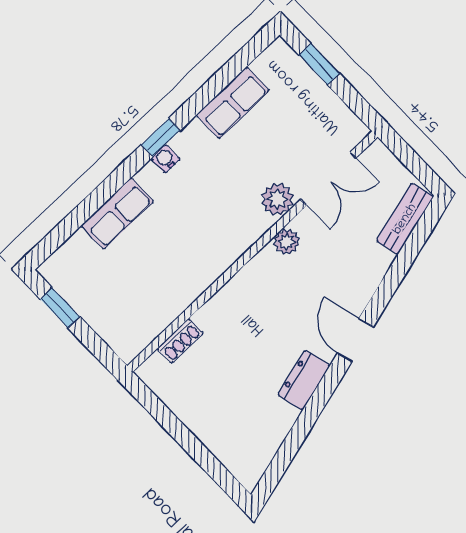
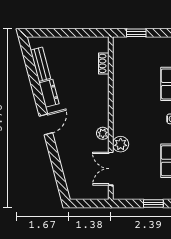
bench: (405, 219) -> (40, 64), moved
window: (60, 308) -> (136, 33), moved
door: (355, 340) -> (46, 124), hinge flipped

